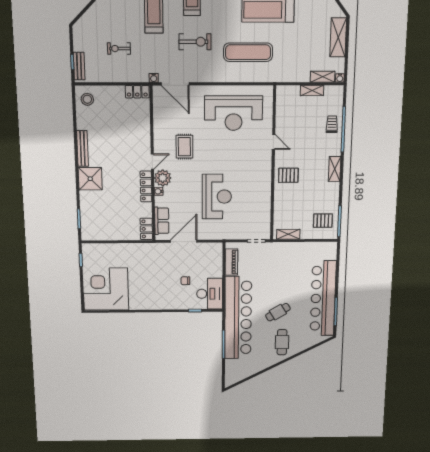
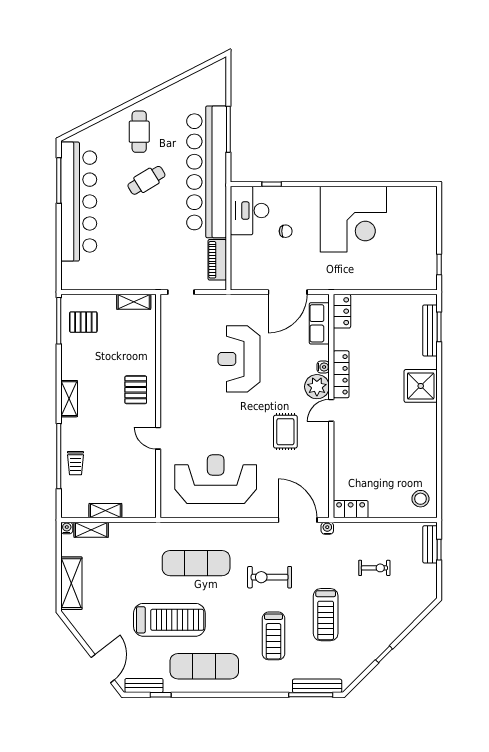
bench: (82, 149) -> (430, 330), moved
pallet: (288, 175) -> (136, 390), turned 90
corner desk: (106, 289) -> (353, 219), moved

